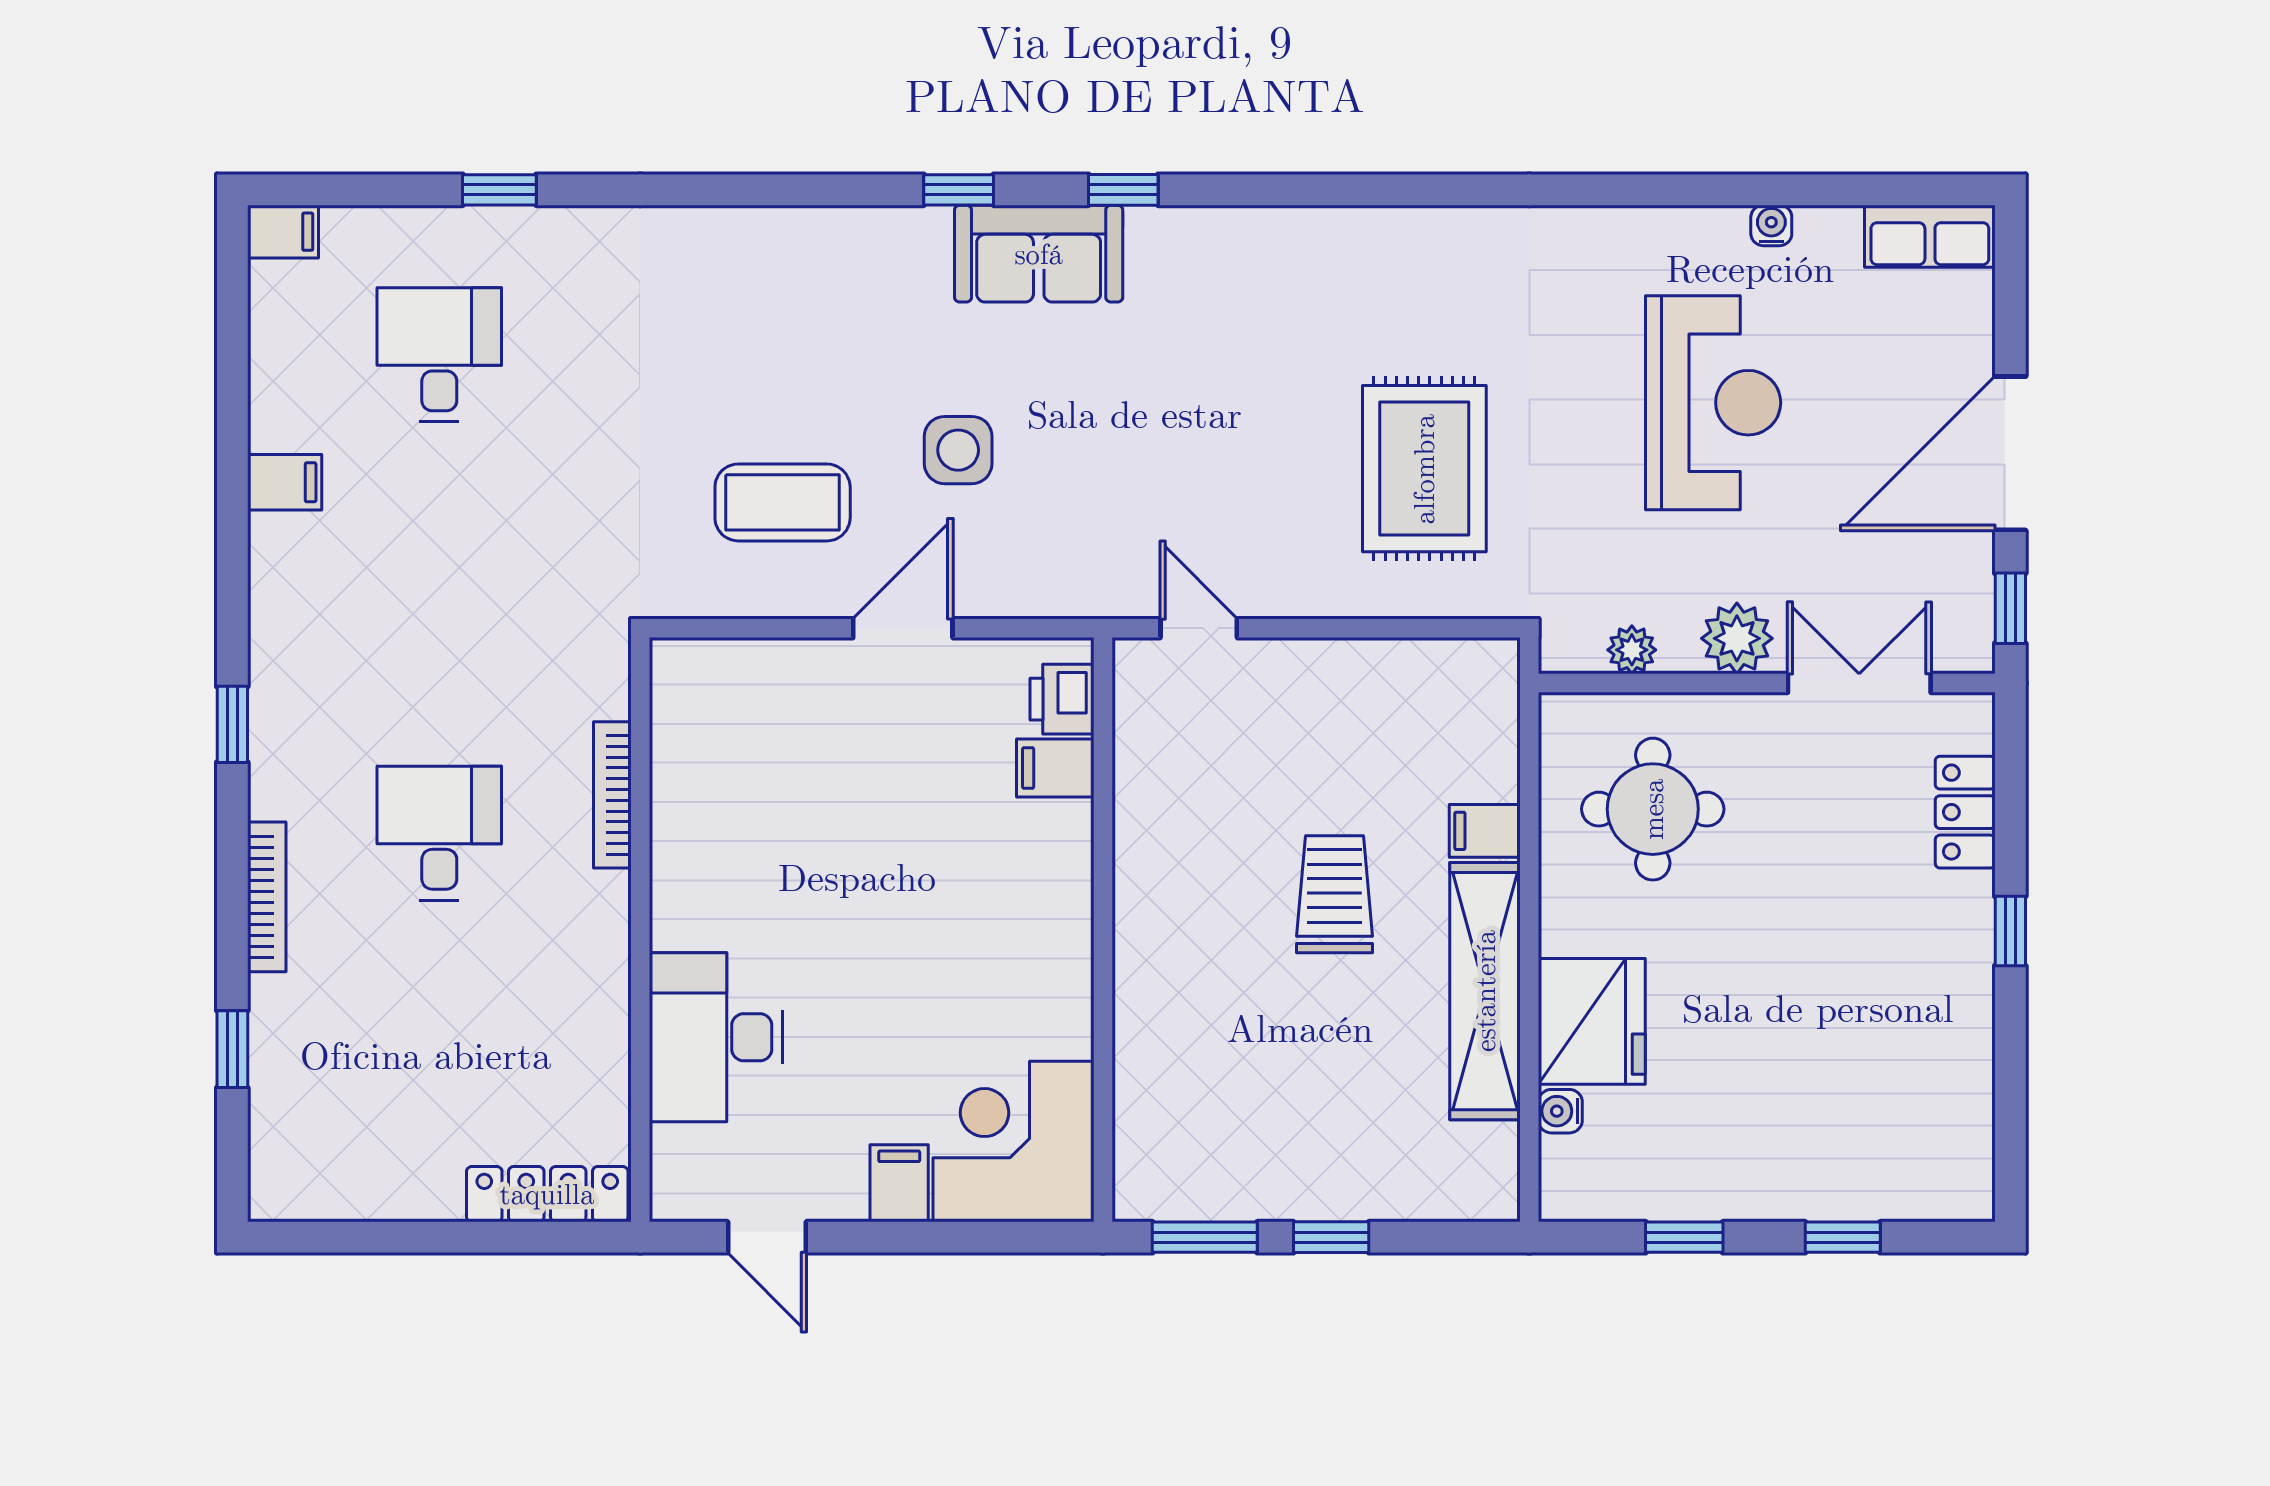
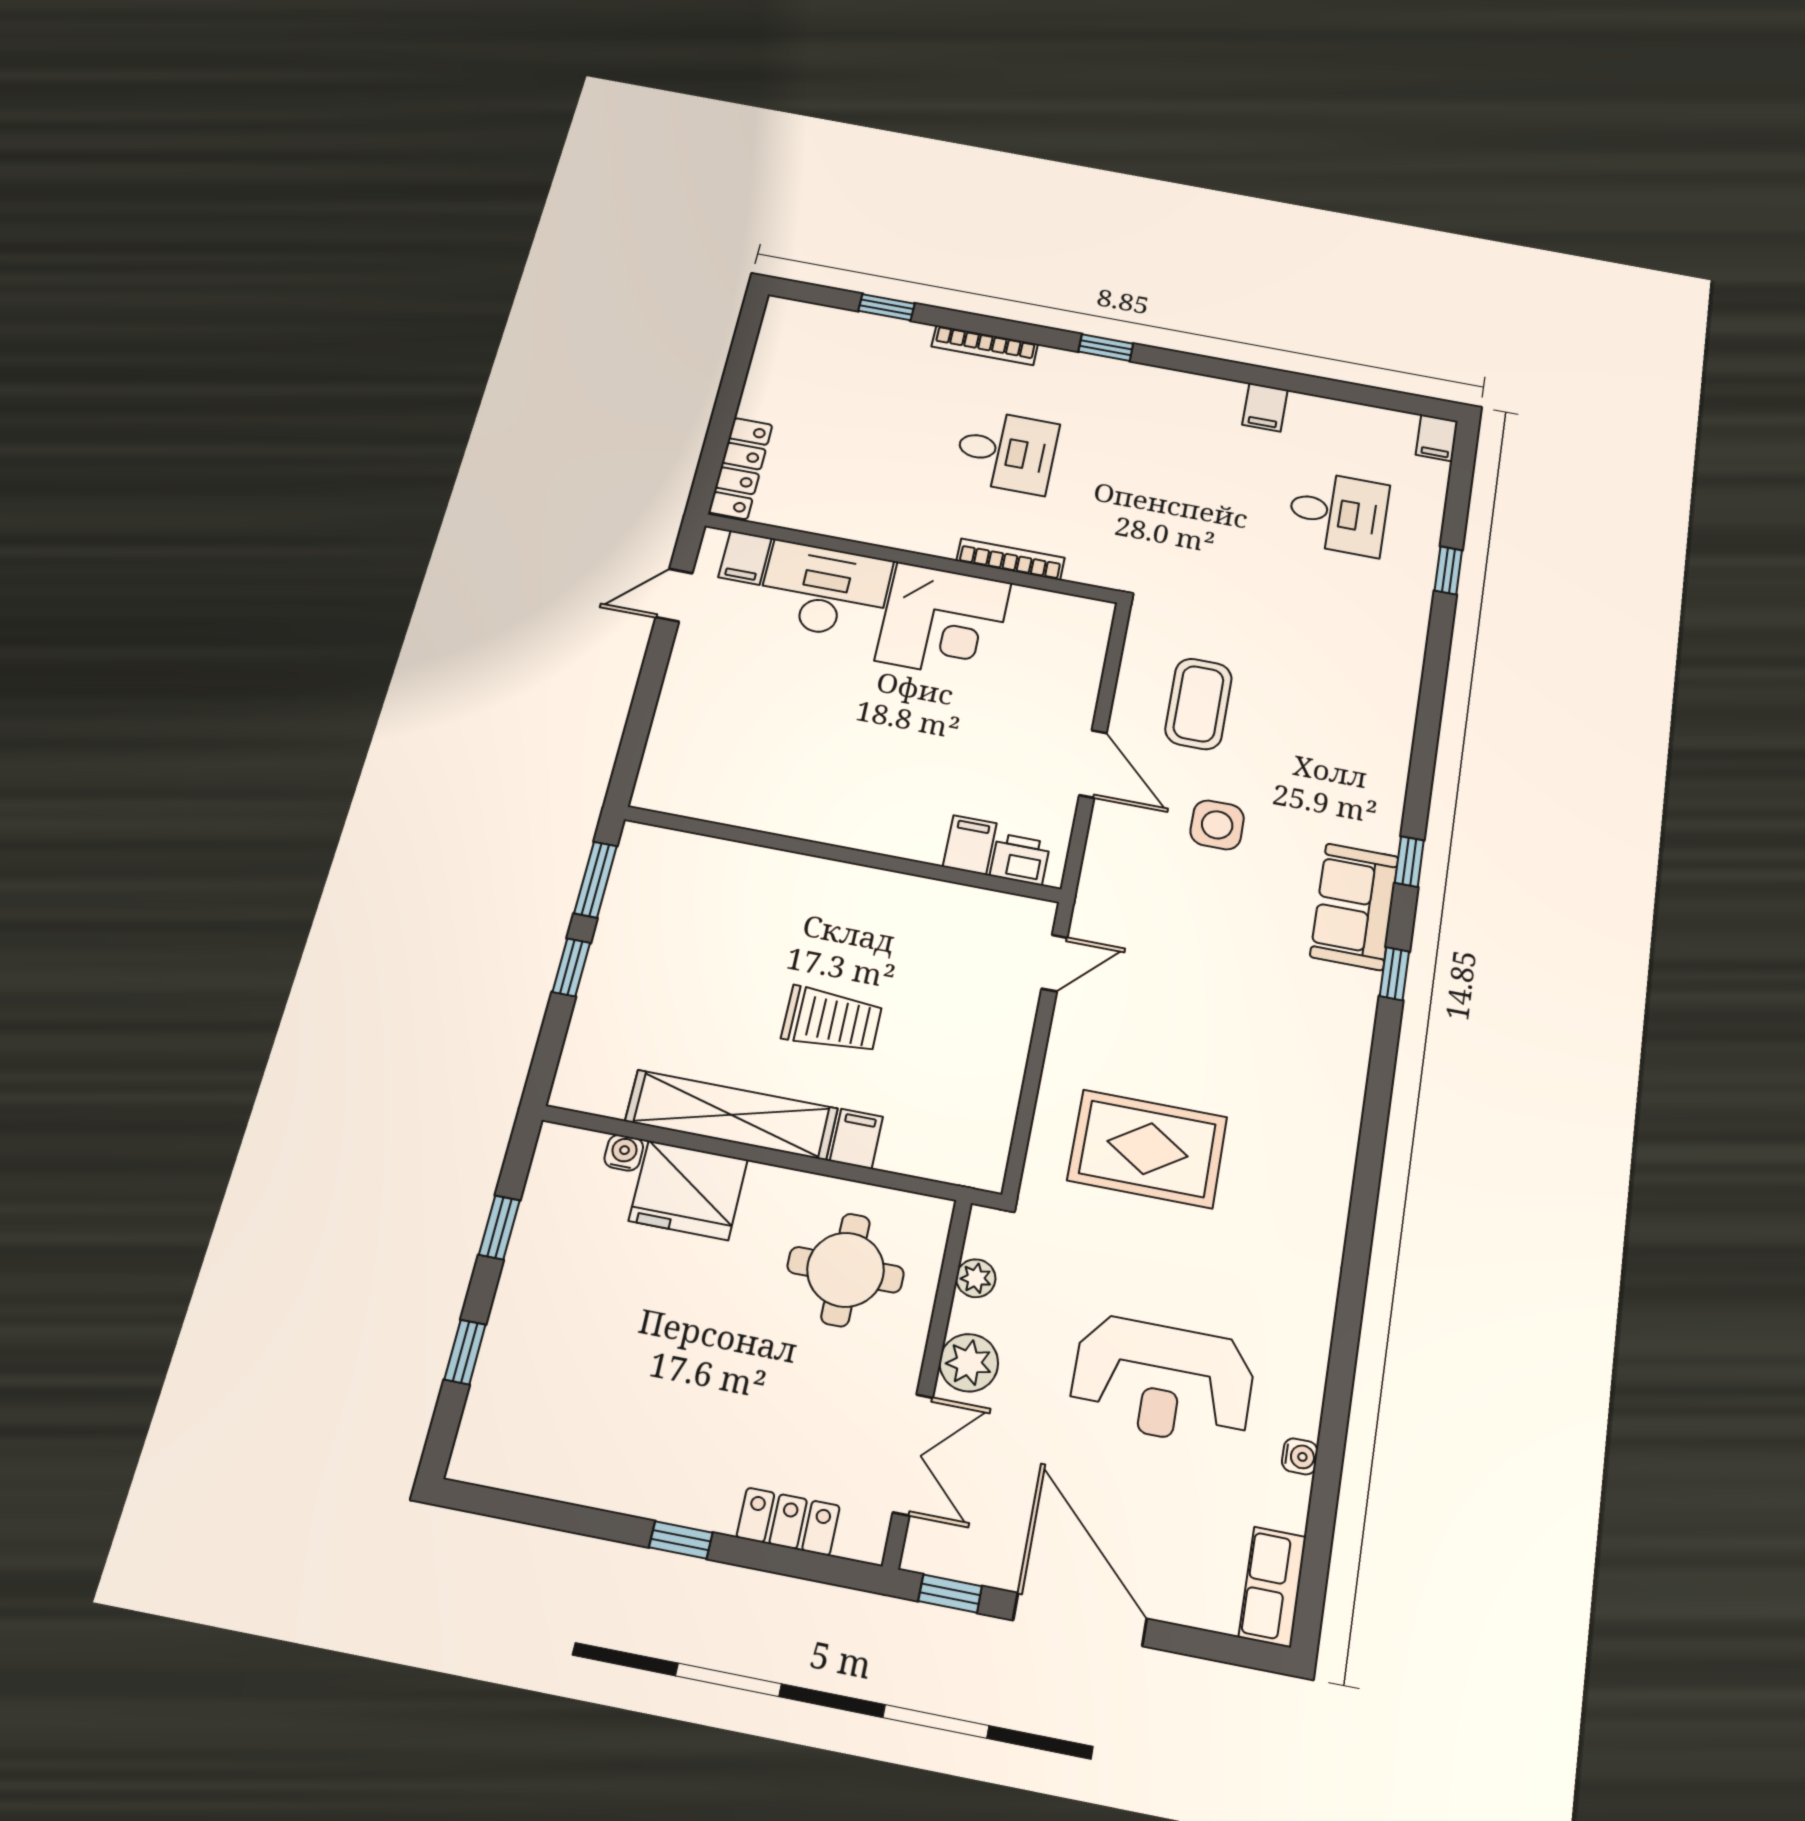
corner desk: (1013, 1142) -> (943, 622), moved, turned 90
filing cabinet: (899, 1183) -> (745, 558), moved, turned 90

